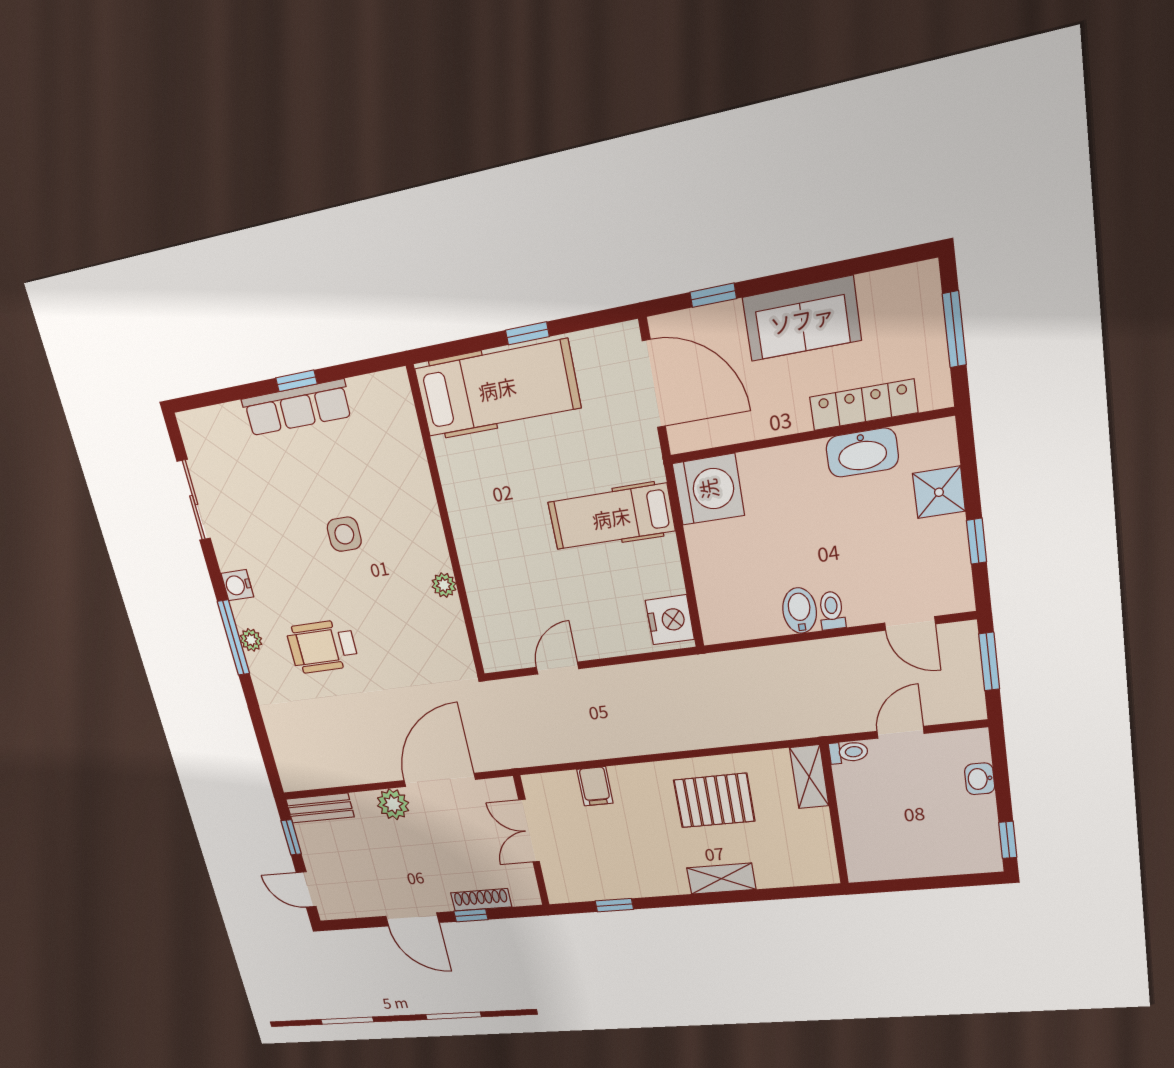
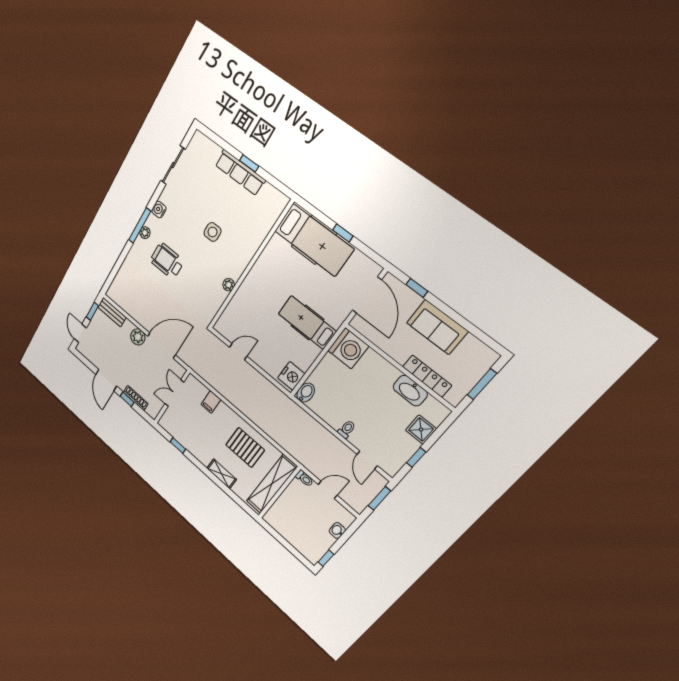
bidet: (800, 611) -> (306, 393), moved
shelving: (809, 777) -> (272, 484), width x2.20, depth x1.33

